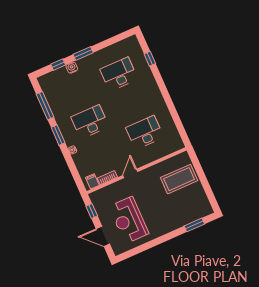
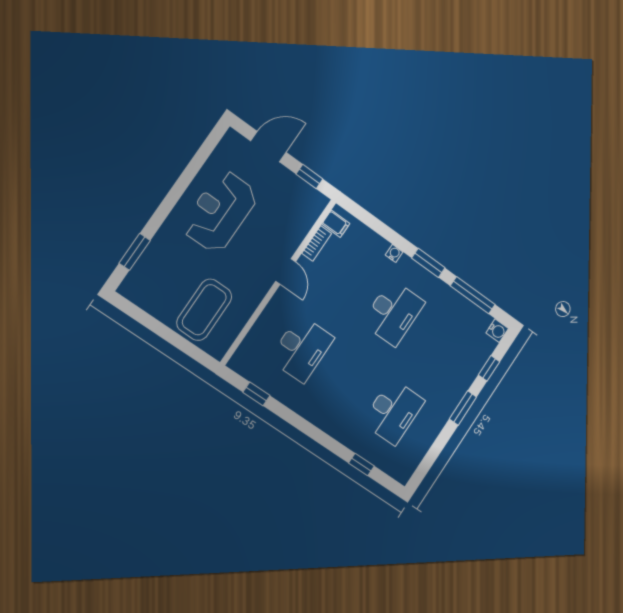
water cooler: (72, 68) -> (497, 331), moved
window: (179, 125) -> (256, 394), added
reception desk: (129, 220) -> (220, 211), moved, turned -90

